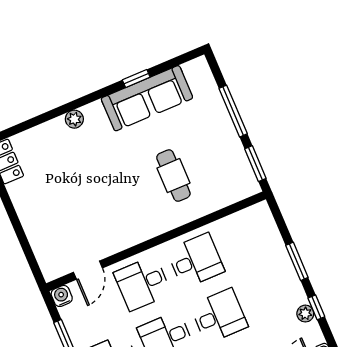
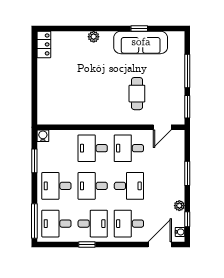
desk: (196, 261) -> (129, 148), turned 180
door: (88, 270) -> (162, 127), moved
window: (316, 307) -> (187, 219), moved

